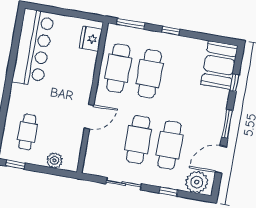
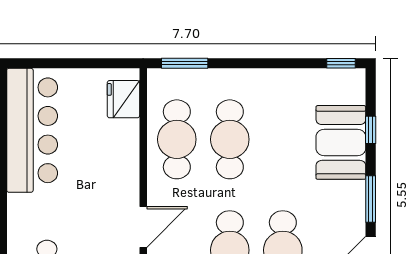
window: (171, 31) -> (341, 63), moved
booth: (219, 65) -> (341, 142), moved

